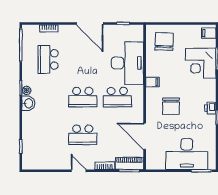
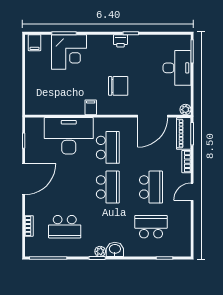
chair: (164, 41) -> (44, 94), removed
school desk: (48, 135) -> (151, 227), added
desk: (187, 154) -> (177, 68), width x0.73, depth x0.77
plant: (150, 165) -> (185, 110), added

